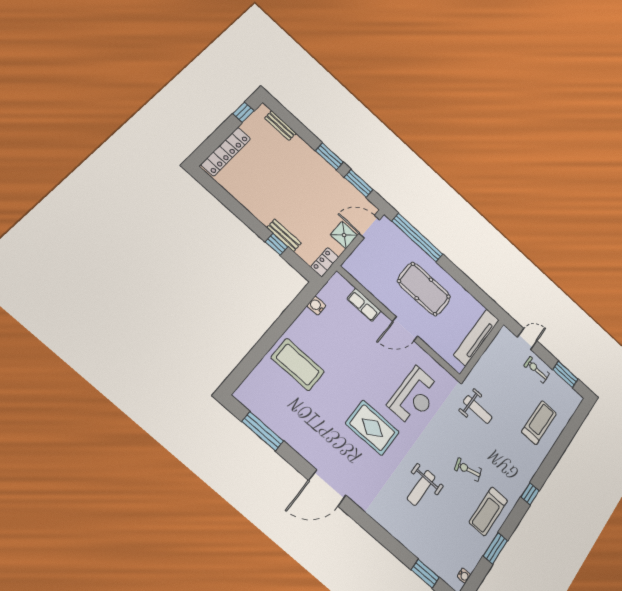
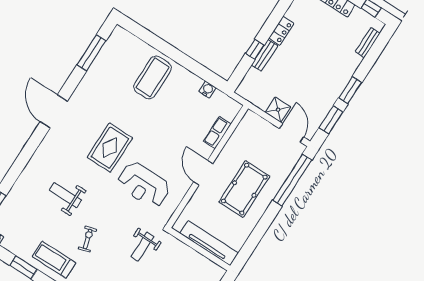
locker: (325, 262) -> (281, 31), moved, turned 90

